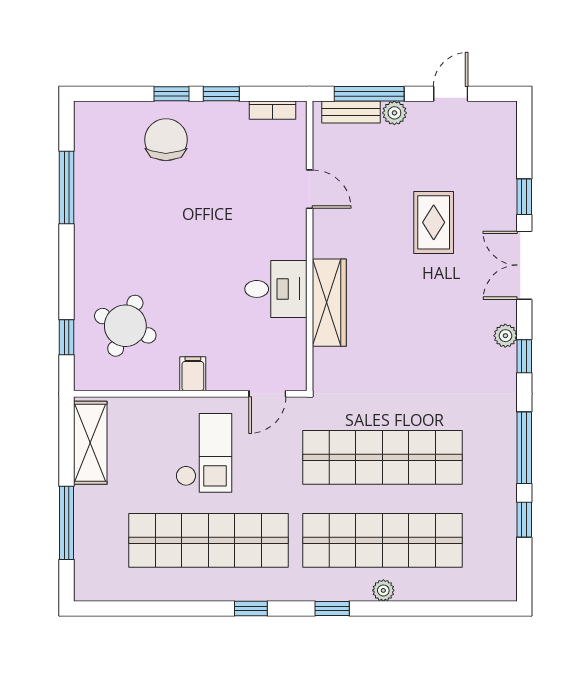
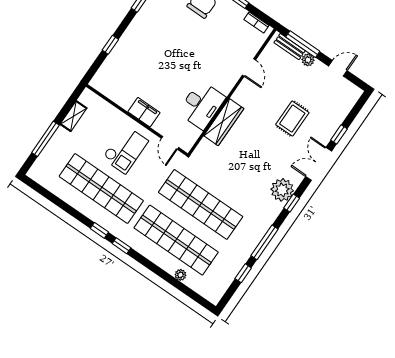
desk: (276, 289) -> (202, 105), width x1.37
round table: (125, 326) -> (129, 72), removed
plant: (505, 336) -> (282, 190), width x1.88, depth x1.88
window: (66, 337) -> (110, 45), moved
filing cabinet: (193, 374) -> (144, 112), width x2.00
door: (267, 394) -> (170, 143), hinge flipped
shelving: (90, 443) -> (73, 116), width x0.67, depth x0.75
plant: (383, 590) -> (180, 275), moved
window: (332, 608) -> (122, 246), moved

